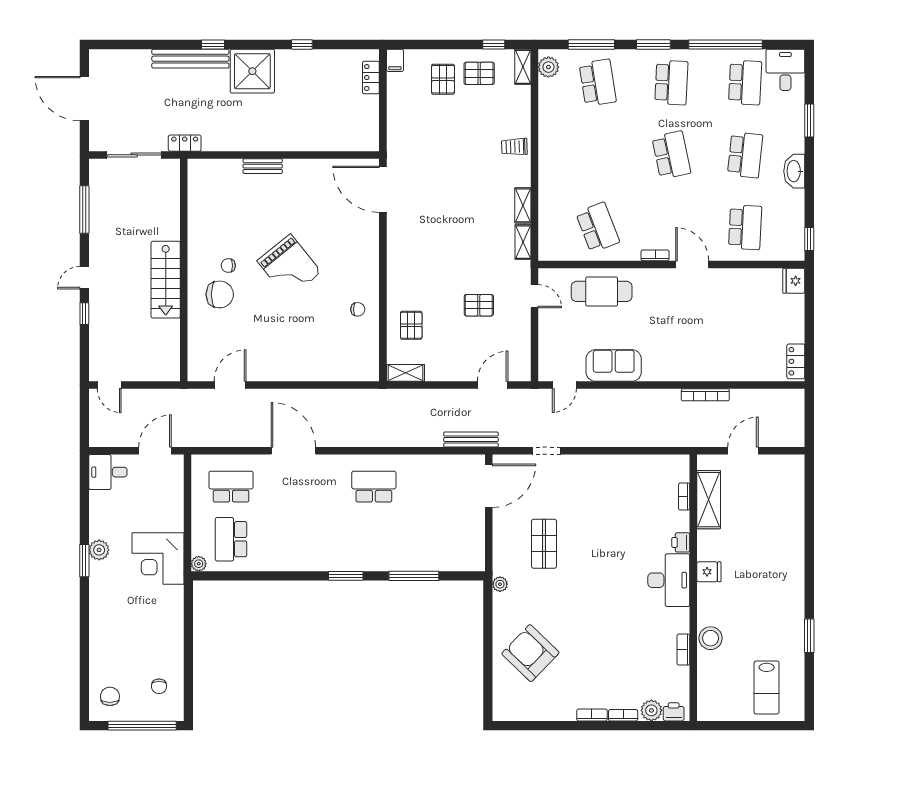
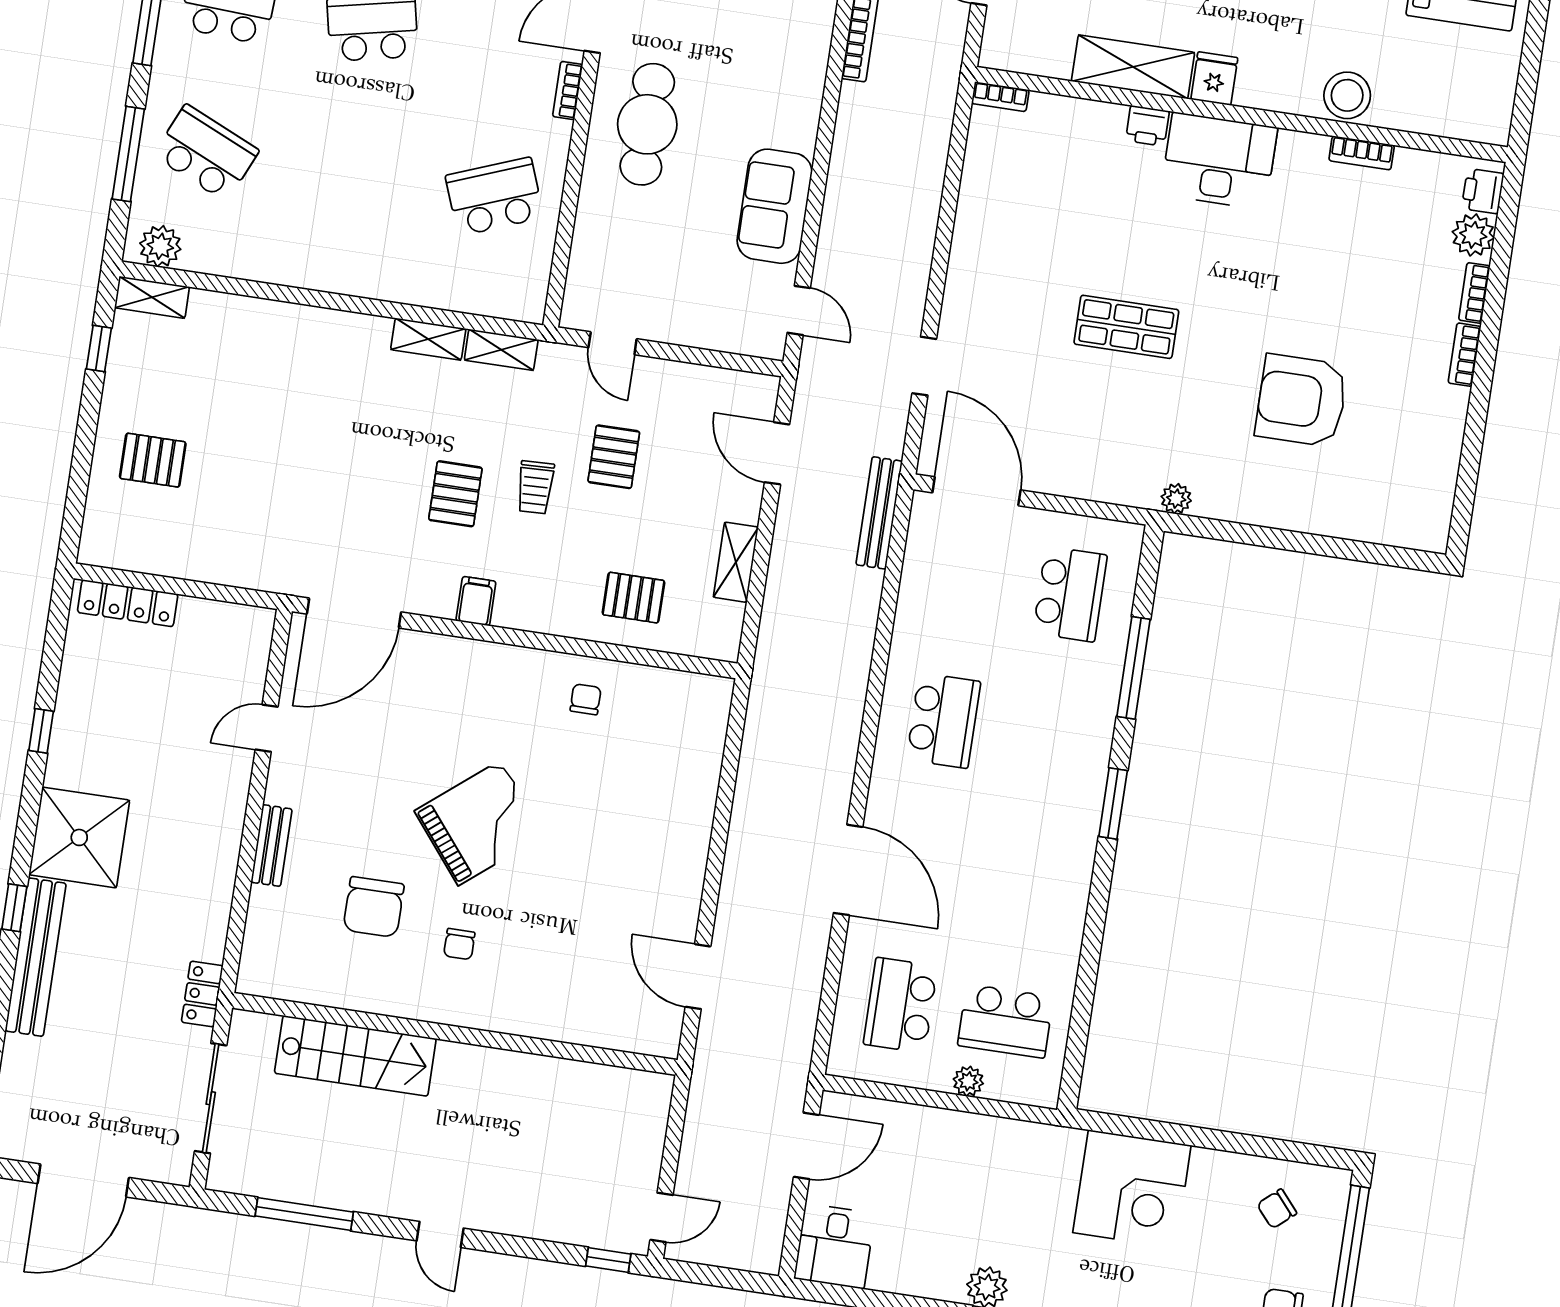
filing cabinet: (395, 60) -> (476, 601), moved, turned -90
pallet: (479, 73) -> (455, 494), moved
locker: (371, 78) -> (128, 603), width x1.53
school desk: (598, 83) -> (206, 153), turned 33
trolley: (514, 147) -> (535, 487), moved
door: (320, 155) -> (267, 728), added
stairs: (166, 280) -> (355, 1056), moved
cafe table: (602, 291) -> (647, 124), moved
chair: (220, 294) -> (374, 907), moved, turned 180
door: (534, 296) -> (613, 343), swing flipped
window: (84, 314) -> (608, 1260), moved
shelving: (405, 373) -> (736, 562), moved
door: (155, 451) -> (806, 1146), swing flipped
door: (293, 451) -> (848, 870), swing flipped
school desk: (374, 487) -> (943, 721), turned 180
bookcase: (684, 496) -> (1000, 97), moved
shelving: (709, 500) -> (1133, 67), moved
school desk: (445, 539) -> (1070, 594), added
shop shelf: (544, 544) -> (1126, 327), moved
corner desk: (158, 558) -> (1132, 1189), moved
plant: (199, 564) -> (968, 1081), moved
armchair: (530, 653) -> (1301, 401), moved, turned 46
chair: (159, 686) -> (1277, 1209), turned 139

